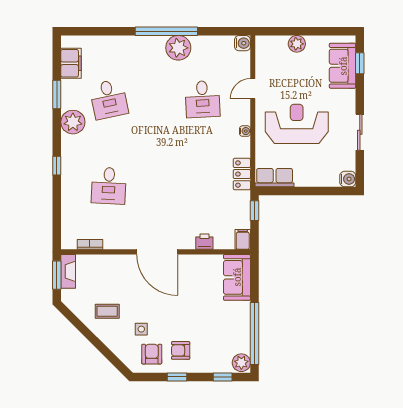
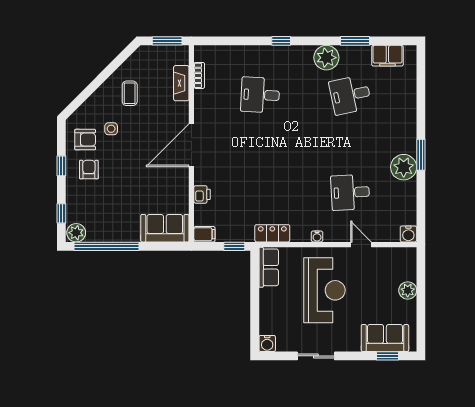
window: (166, 31) -> (421, 155), width x0.47
fireplace: (68, 271) -> (181, 83), moved, turned 90

